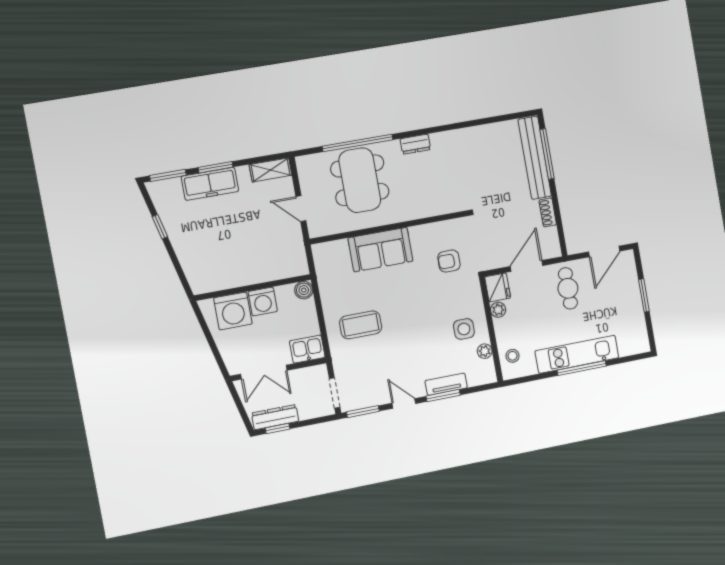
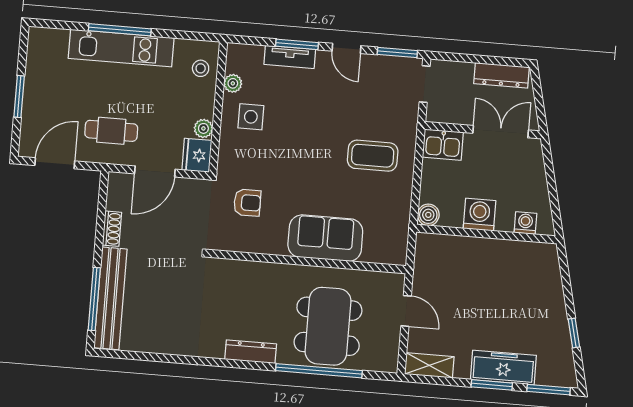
dresser: (415, 144) -> (251, 352), width x1.44
cafe table: (568, 288) -> (111, 131), turned 90
washing machine: (233, 311) -> (525, 223), width x0.53, depth x0.53
window: (278, 428) -> (502, 61), removed

